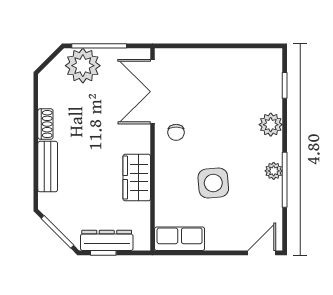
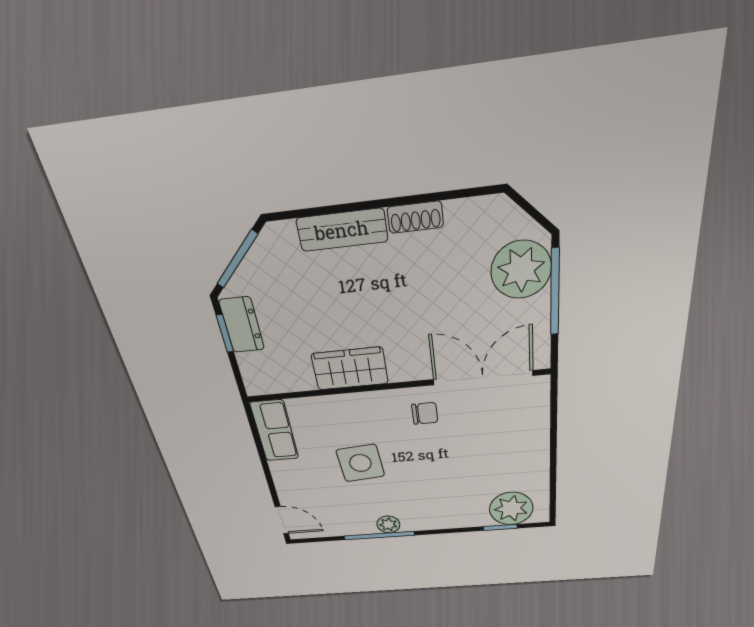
plant: (271, 125) -> (511, 509), moved, width x1.36, depth x1.36
chair: (176, 132) -> (425, 413), turned 180
dresser: (107, 240) -> (242, 325), width x0.70

